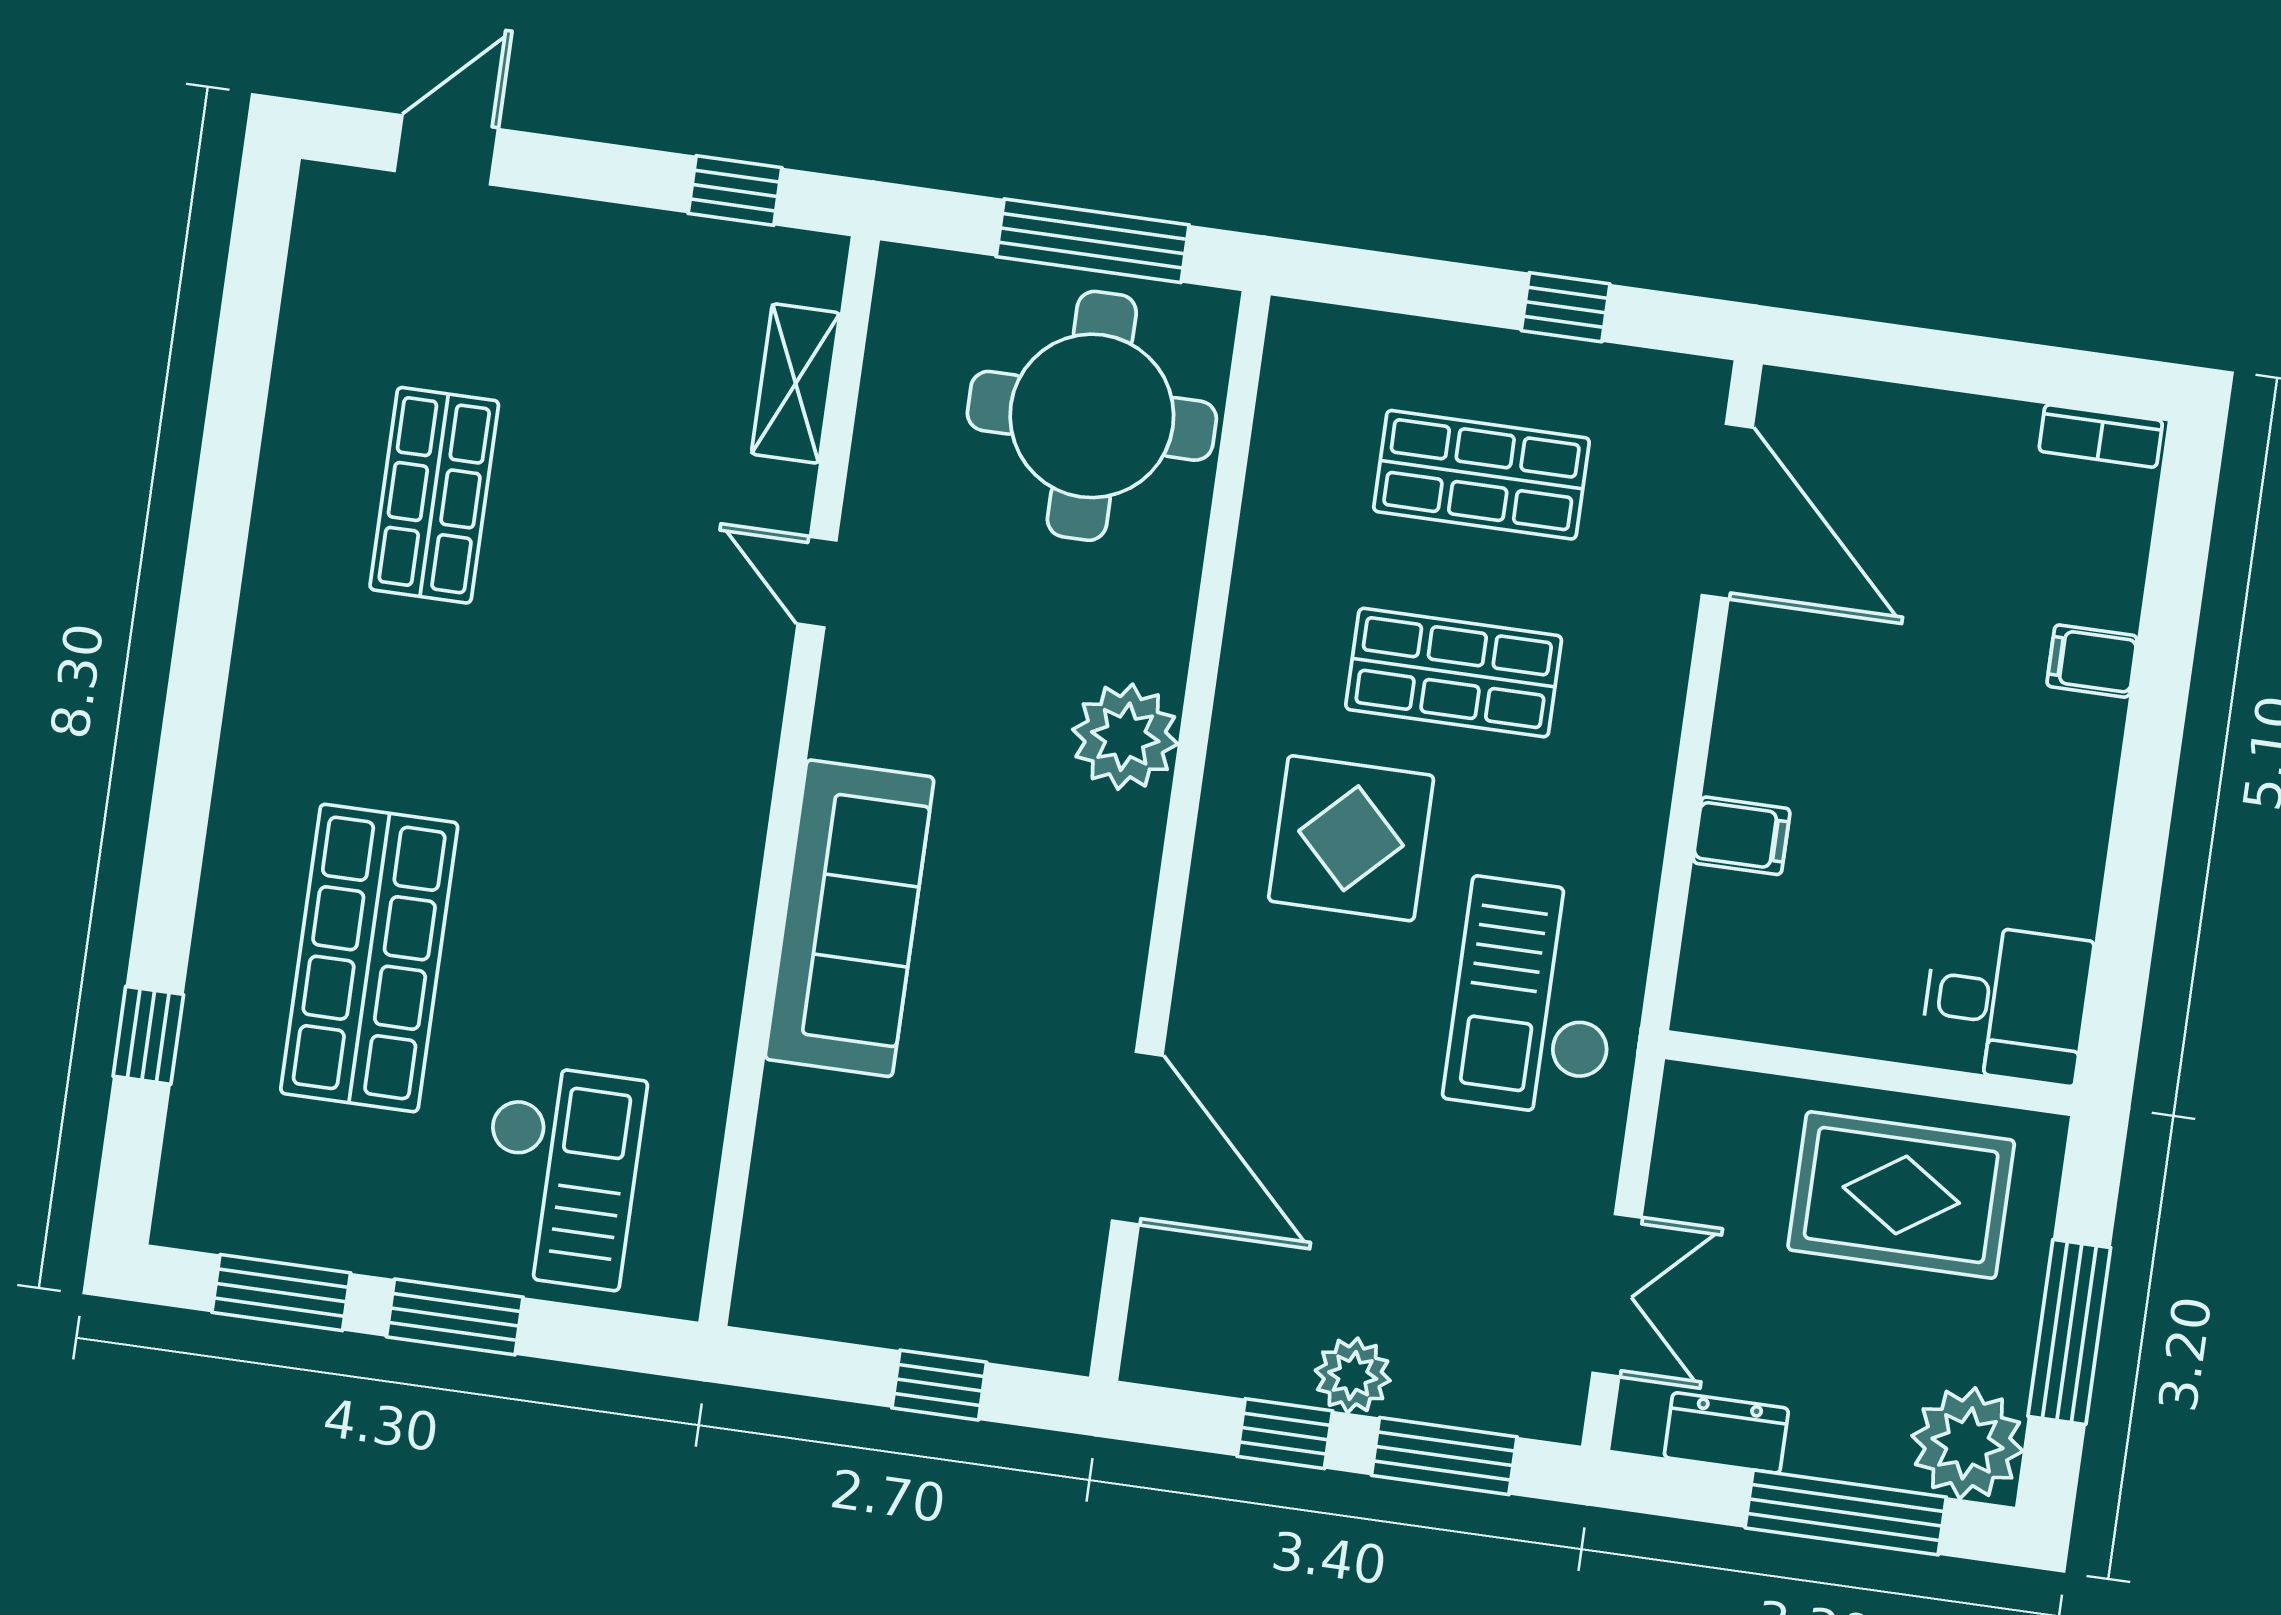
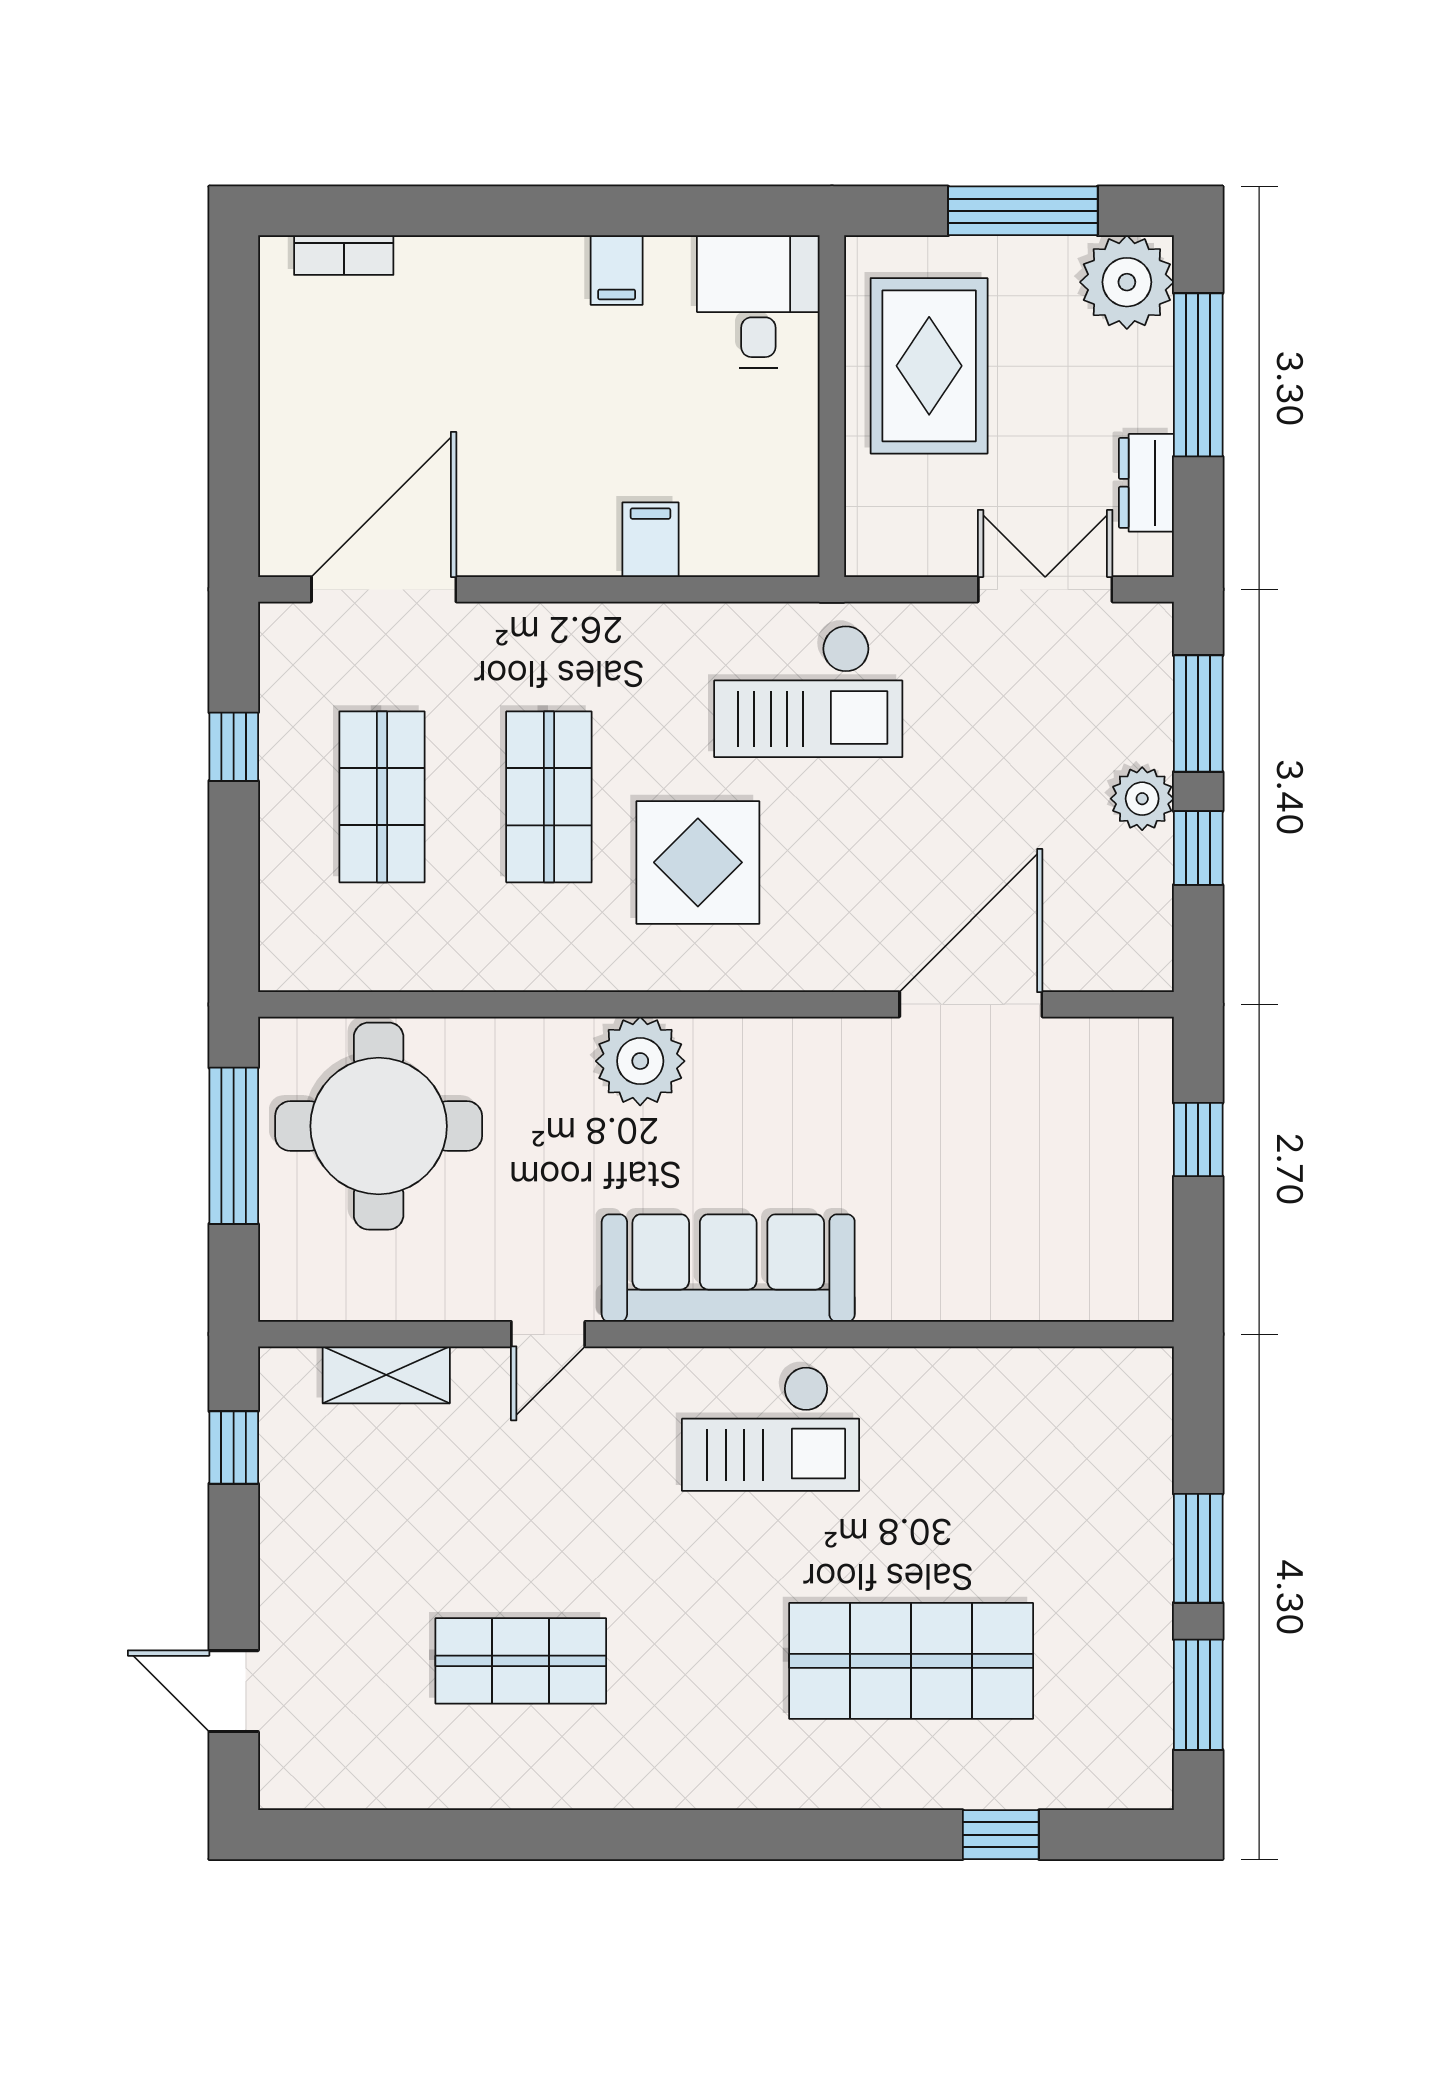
bookcase: (2101, 436) -> (344, 255), moved, turned 90
filing cabinet: (2092, 661) -> (617, 270), moved
sofa: (850, 918) -> (728, 1268), moved
checkout: (560, 1176) -> (771, 1429), moved, turned 180

